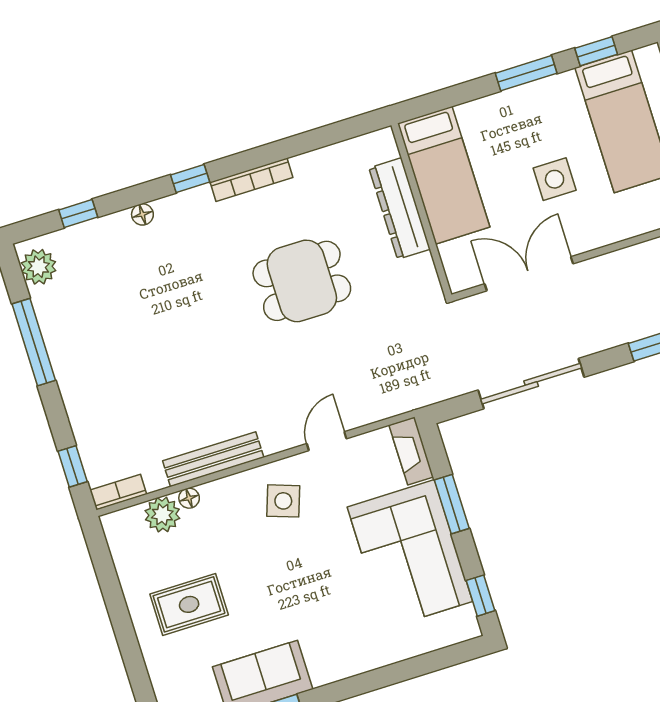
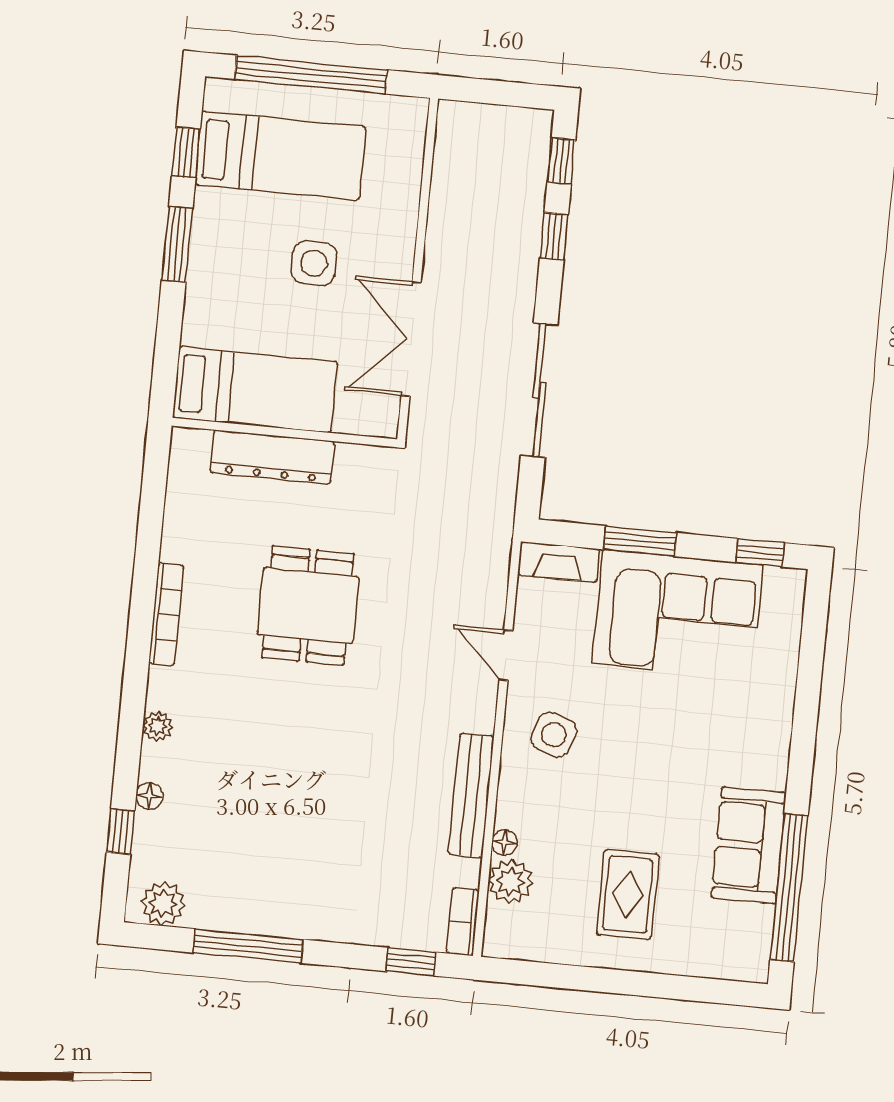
window: (190, 178) -> (135, 685), removed
plant: (167, 208) -> (158, 726), added
floor lamp: (142, 214) -> (149, 796), moved

